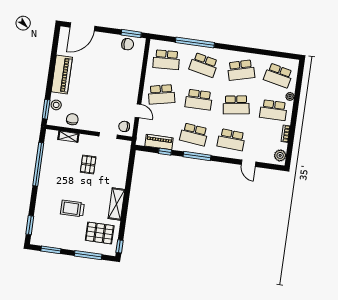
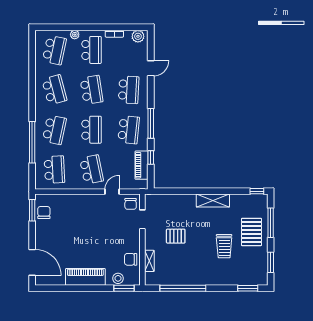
pallet: (100, 233) -> (251, 232), moved

